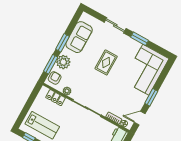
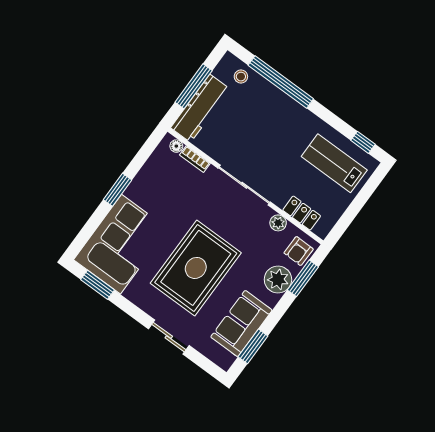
window: (140, 39) -> (98, 285), moved
window: (63, 43) -> (253, 346), moved
rug: (106, 62) -> (196, 268), width x1.86, depth x2.06
door: (140, 118) -> (145, 153), removed

